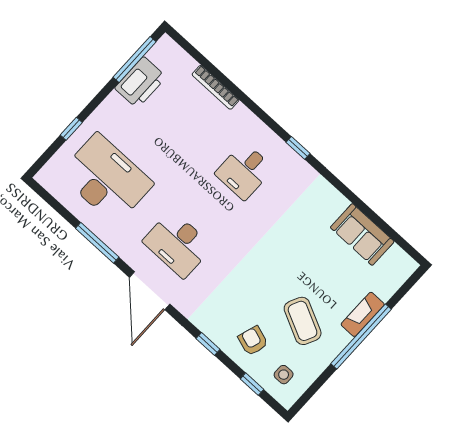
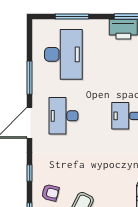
window: (71, 129) -> (72, 17), width x2.17
armchair: (253, 341) -> (50, 193), turned 86

